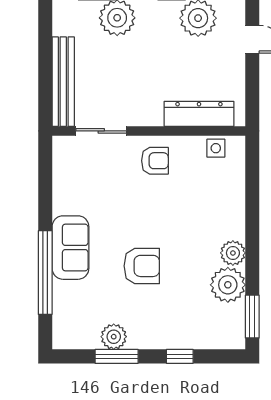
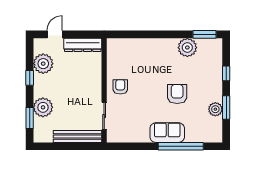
dresser: (199, 114) -> (83, 45), moved, turned -90
side table: (216, 148) -> (113, 54), removed
plant: (233, 253) -> (170, 45), removed

